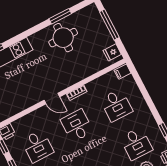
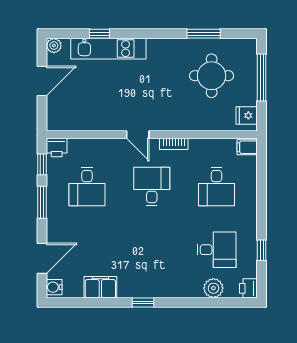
round table: (63, 38) -> (212, 76), moved
desk: (136, 144) -> (217, 250), turned -90

